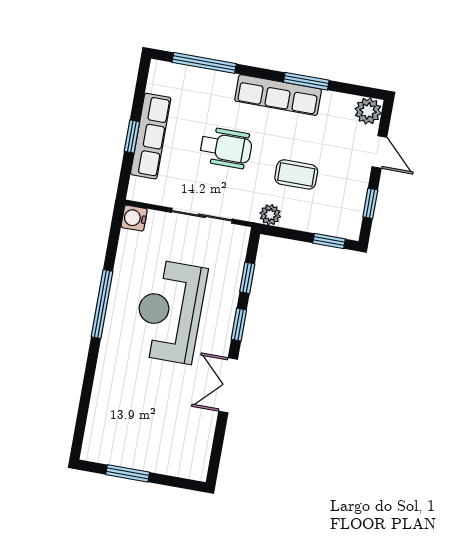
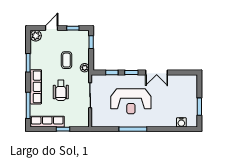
row of seats: (278, 95) -> (36, 87), moved
row of seats: (151, 136) -> (47, 122), moved
wheelchair: (226, 148) -> (61, 90), turned 180
water cooler: (134, 218) -> (181, 122), moved

